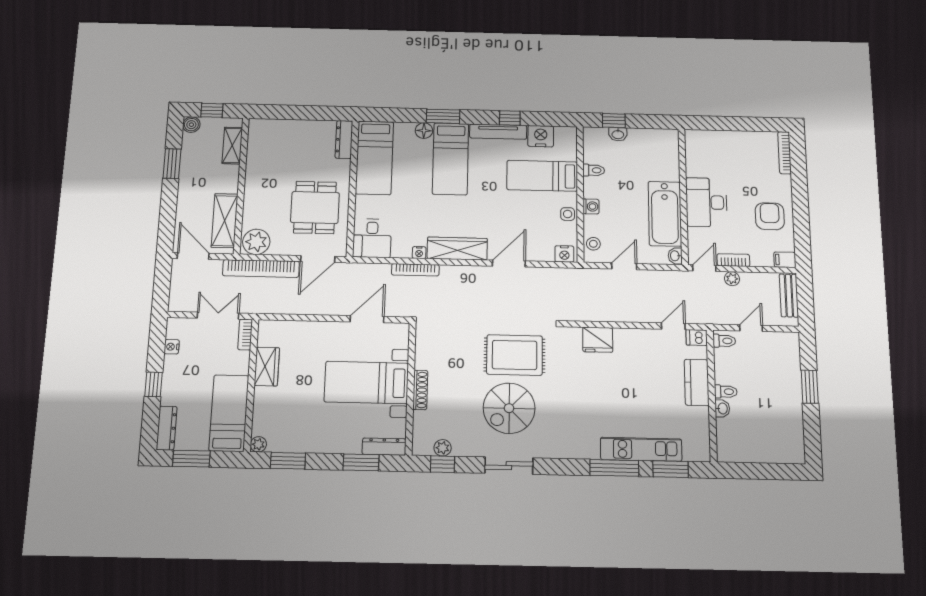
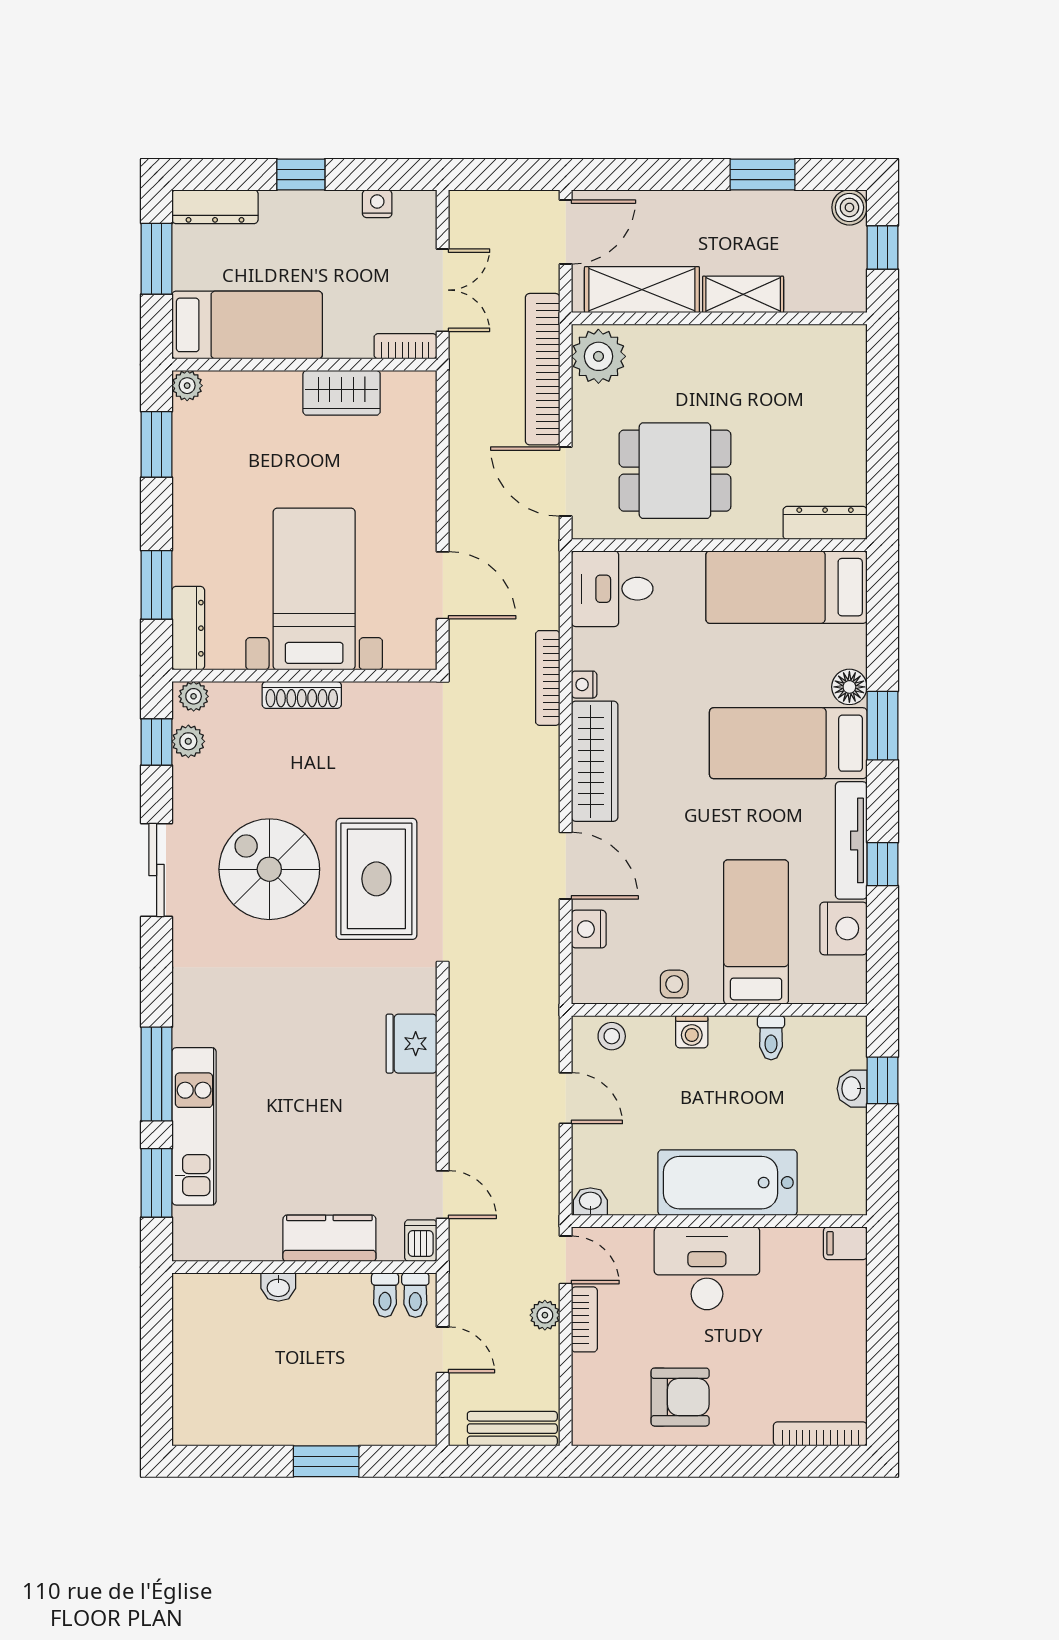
shelving: (232, 146) -> (743, 294), moved
bathtub: (665, 214) -> (727, 1183), moved
nightstand: (564, 254) -> (589, 929), moved
filing cabinet: (785, 260) -> (845, 1243), moved, turned -90
toilet: (726, 392) -> (385, 1295), moved
plant: (419, 445) -> (194, 696), added

